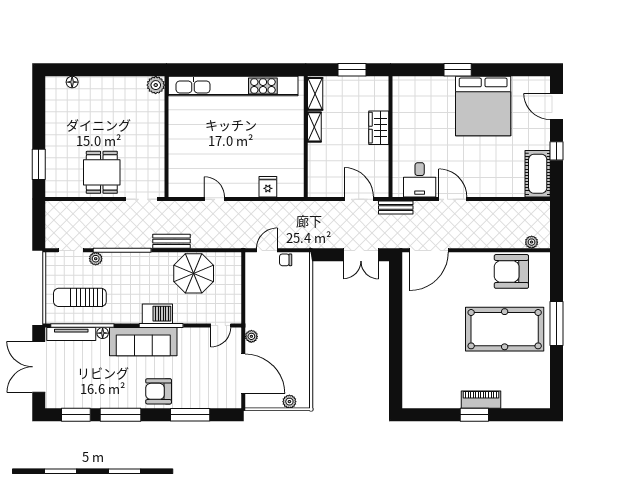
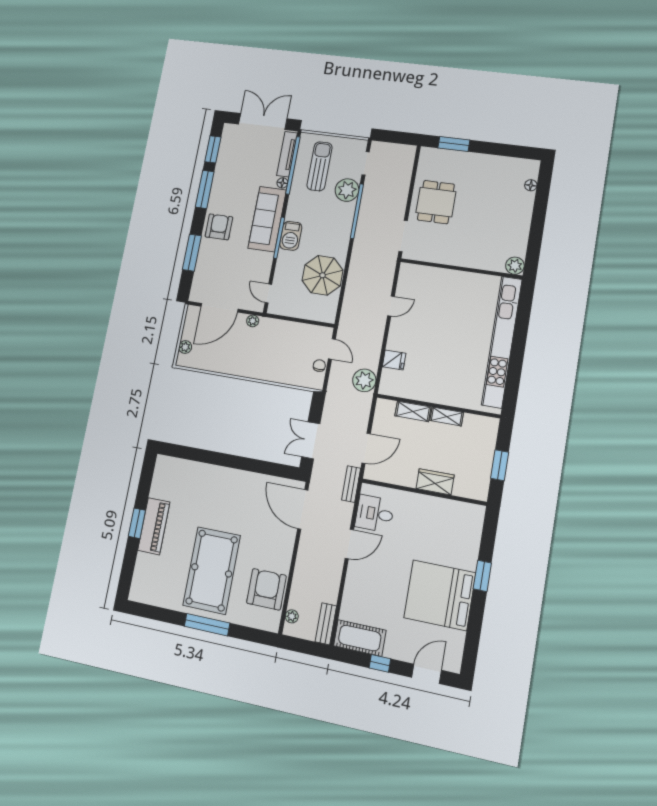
shelving: (315, 94) -> (413, 411), moved
dining table: (102, 172) -> (436, 202), turned 90
plant: (293, 212) -> (364, 380), added
bench: (172, 241) -> (326, 624), moved
plant: (96, 259) -> (347, 190), width x1.88, depth x1.88
piano: (481, 400) -> (154, 526), width x1.37, depth x1.33

